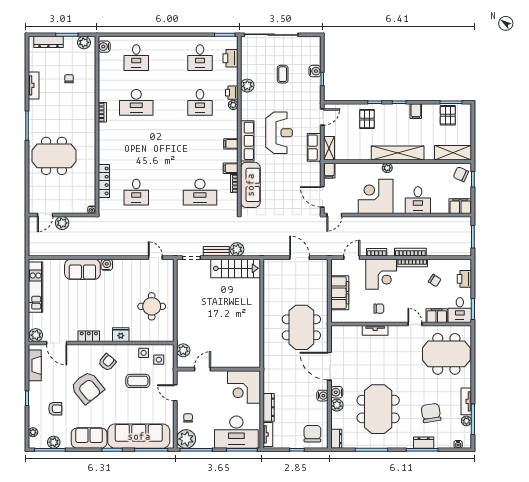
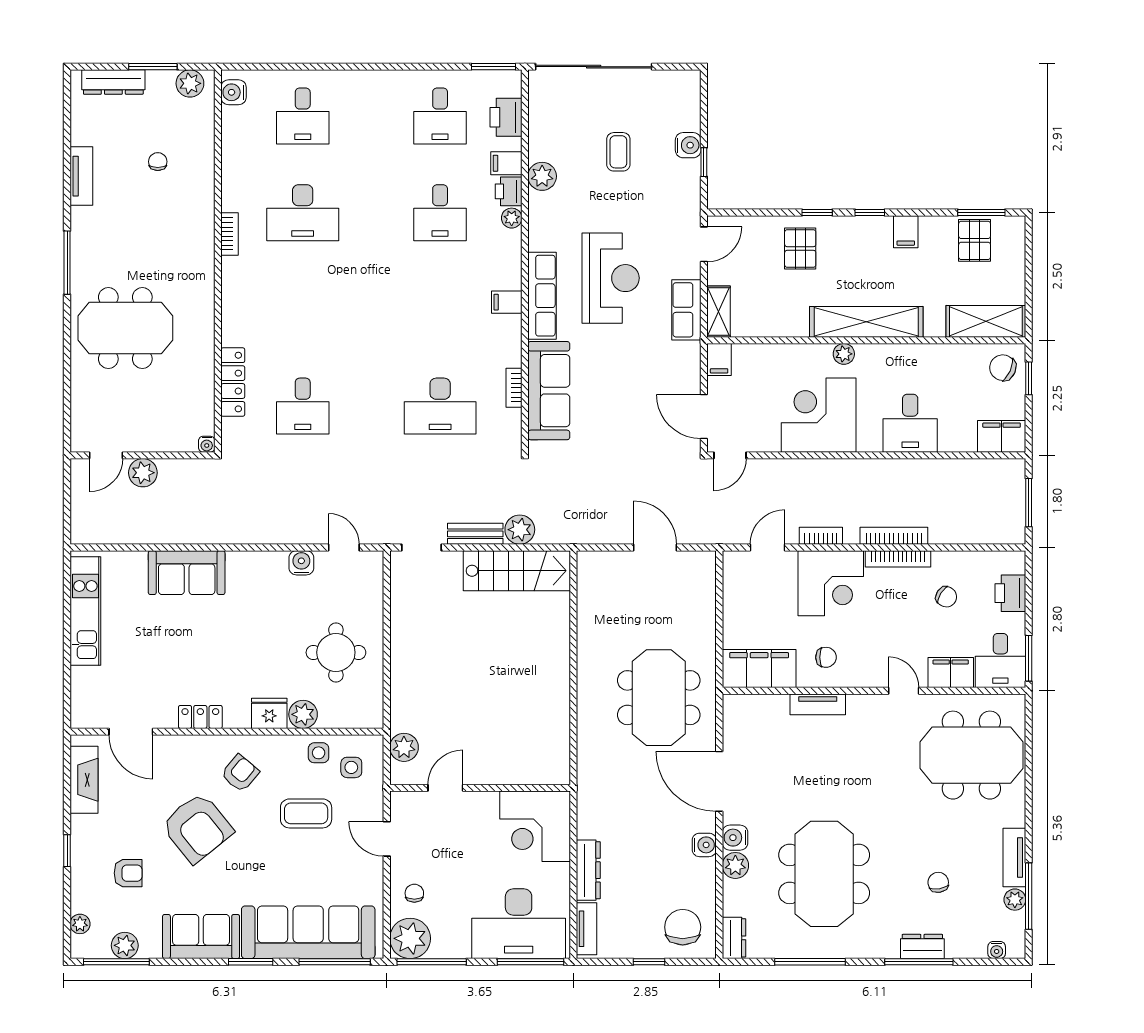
filing cabinet: (231, 168) -> (506, 163), moved
water cooler: (107, 265) -> (301, 563), moved
filing cabinet: (340, 293) -> (759, 669), moved, turned -90
plant: (36, 335) -> (303, 714), moved
chair: (431, 413) -> (938, 882), width x0.54, depth x0.54

